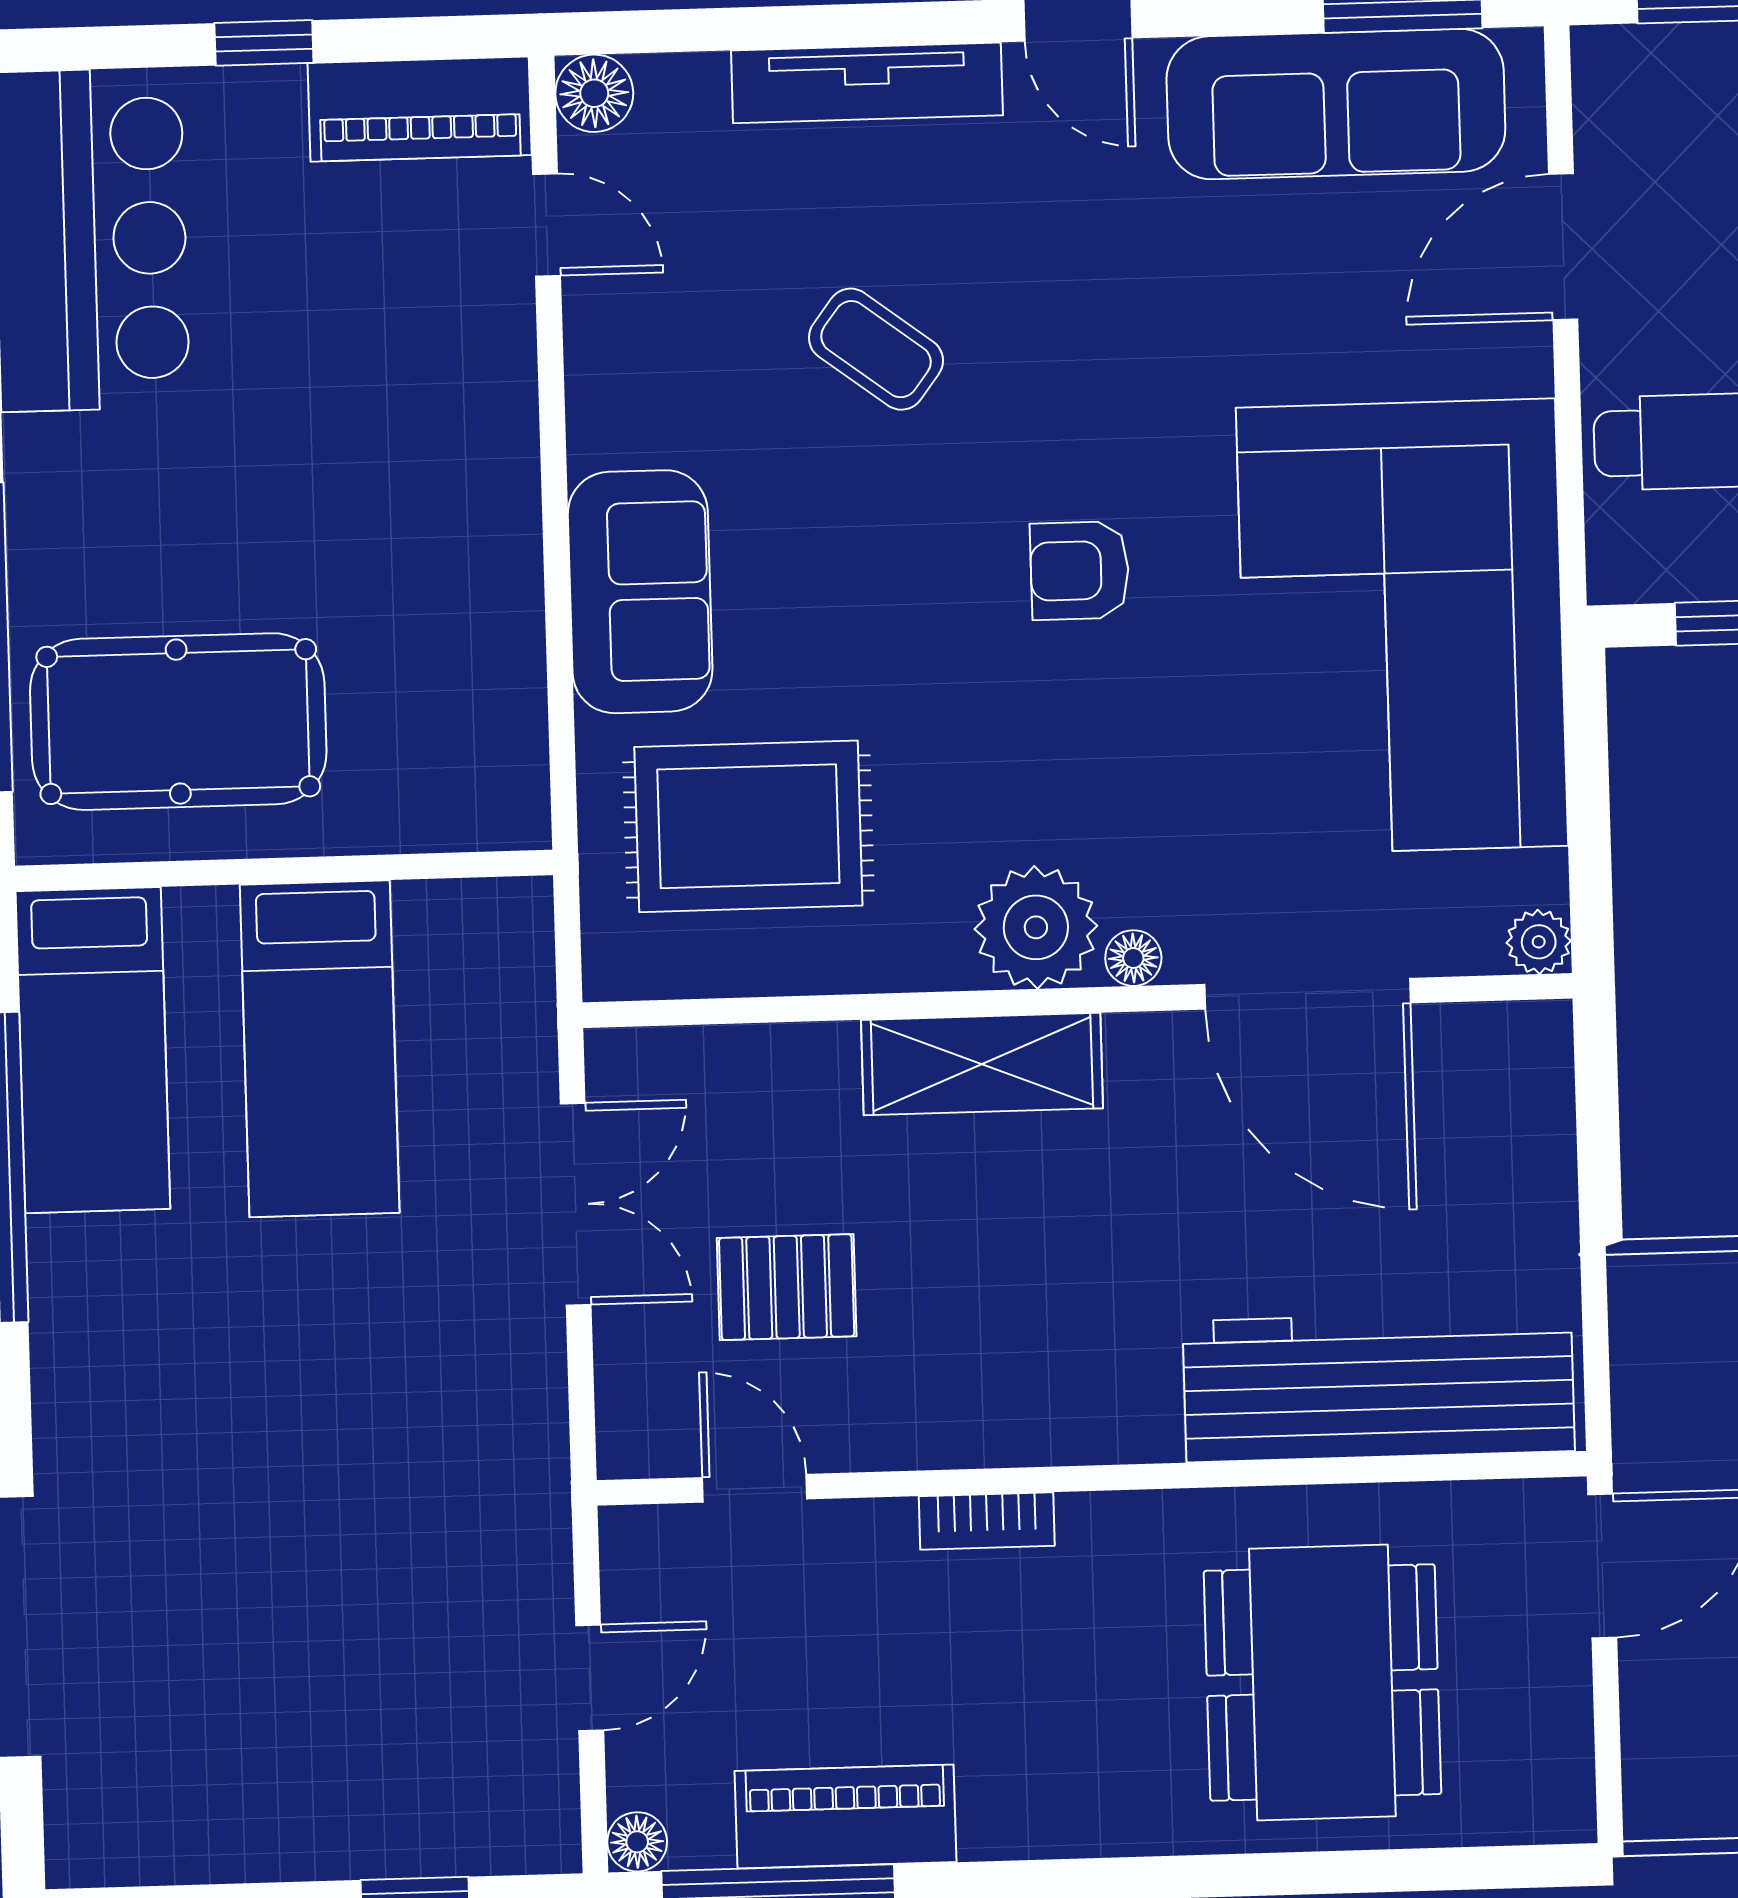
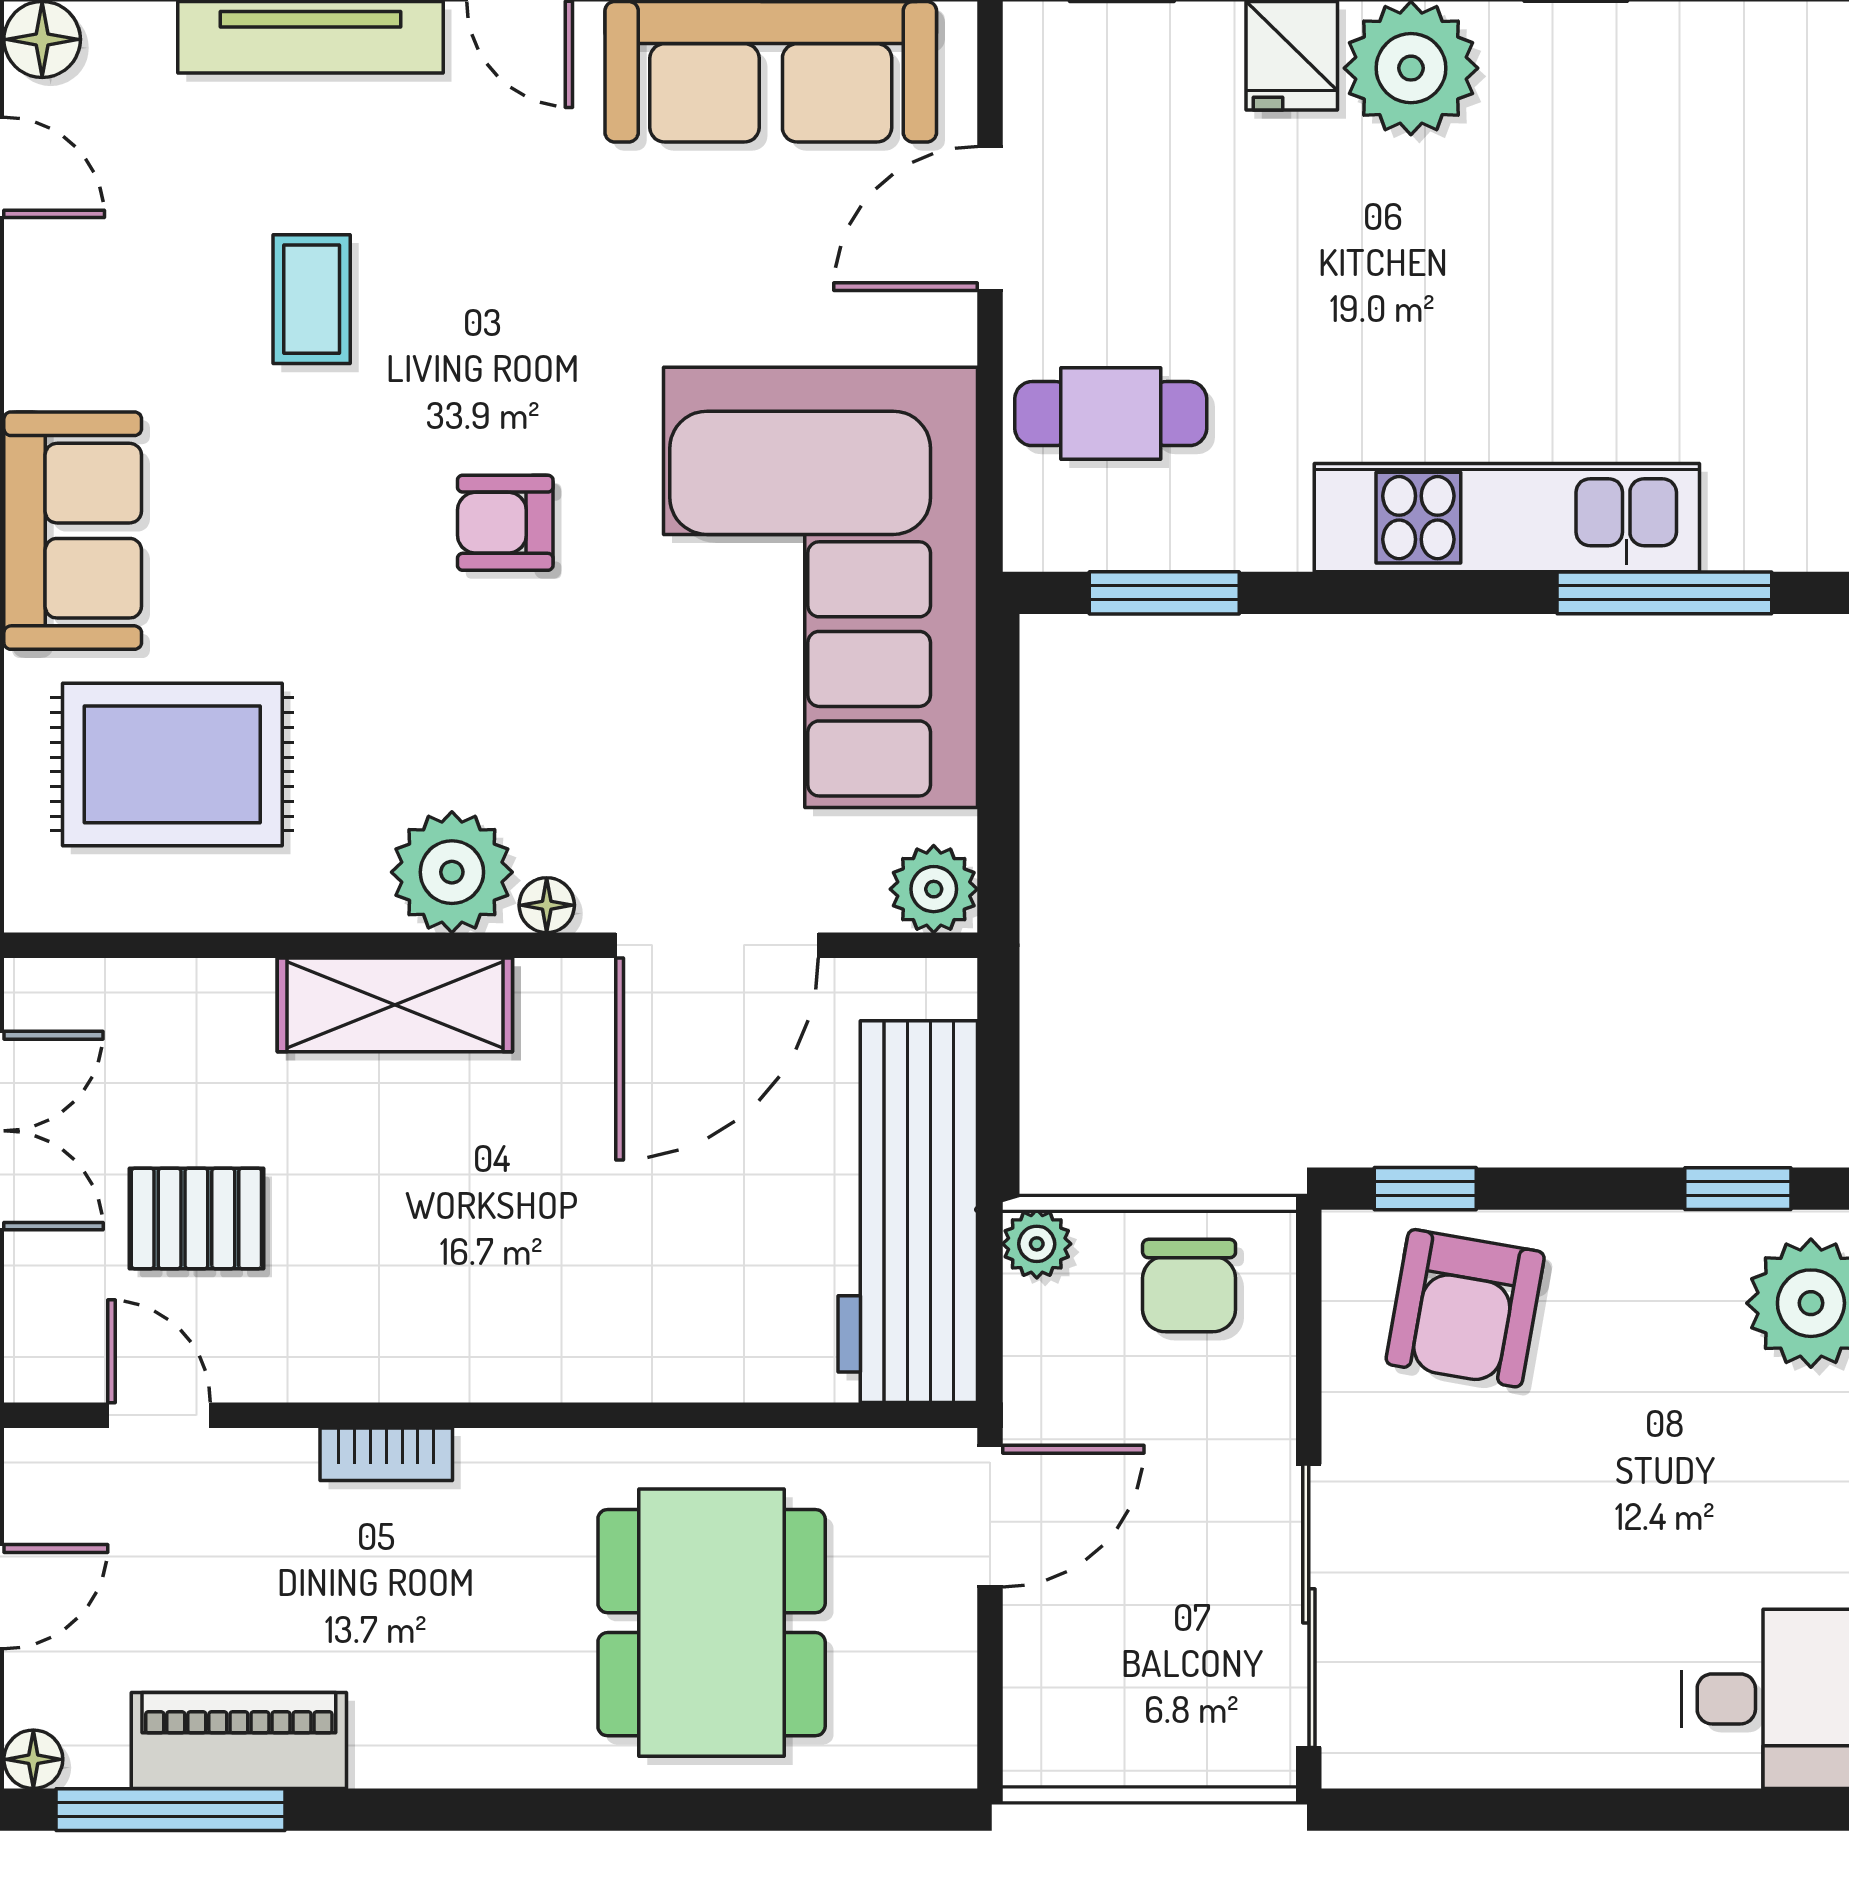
coffee table: (876, 349) -> (312, 299), turned 53
plant: (1539, 942) -> (934, 889), width x1.38, depth x1.38
door: (1308, 994) -> (717, 945), hinge flipped
plant: (1642, 1288) -> (1037, 1244), added
workbench: (1379, 1386) -> (908, 1212), moved, turned -90

